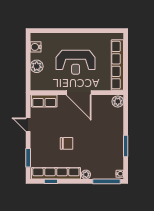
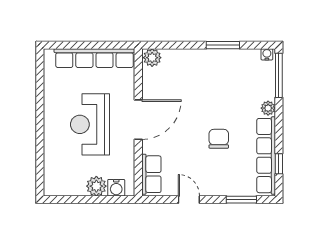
water cooler: (36, 47) -> (116, 188), moved
reception desk: (76, 62) -> (90, 124), turned 180
door: (28, 125) -> (189, 200), swing flipped

